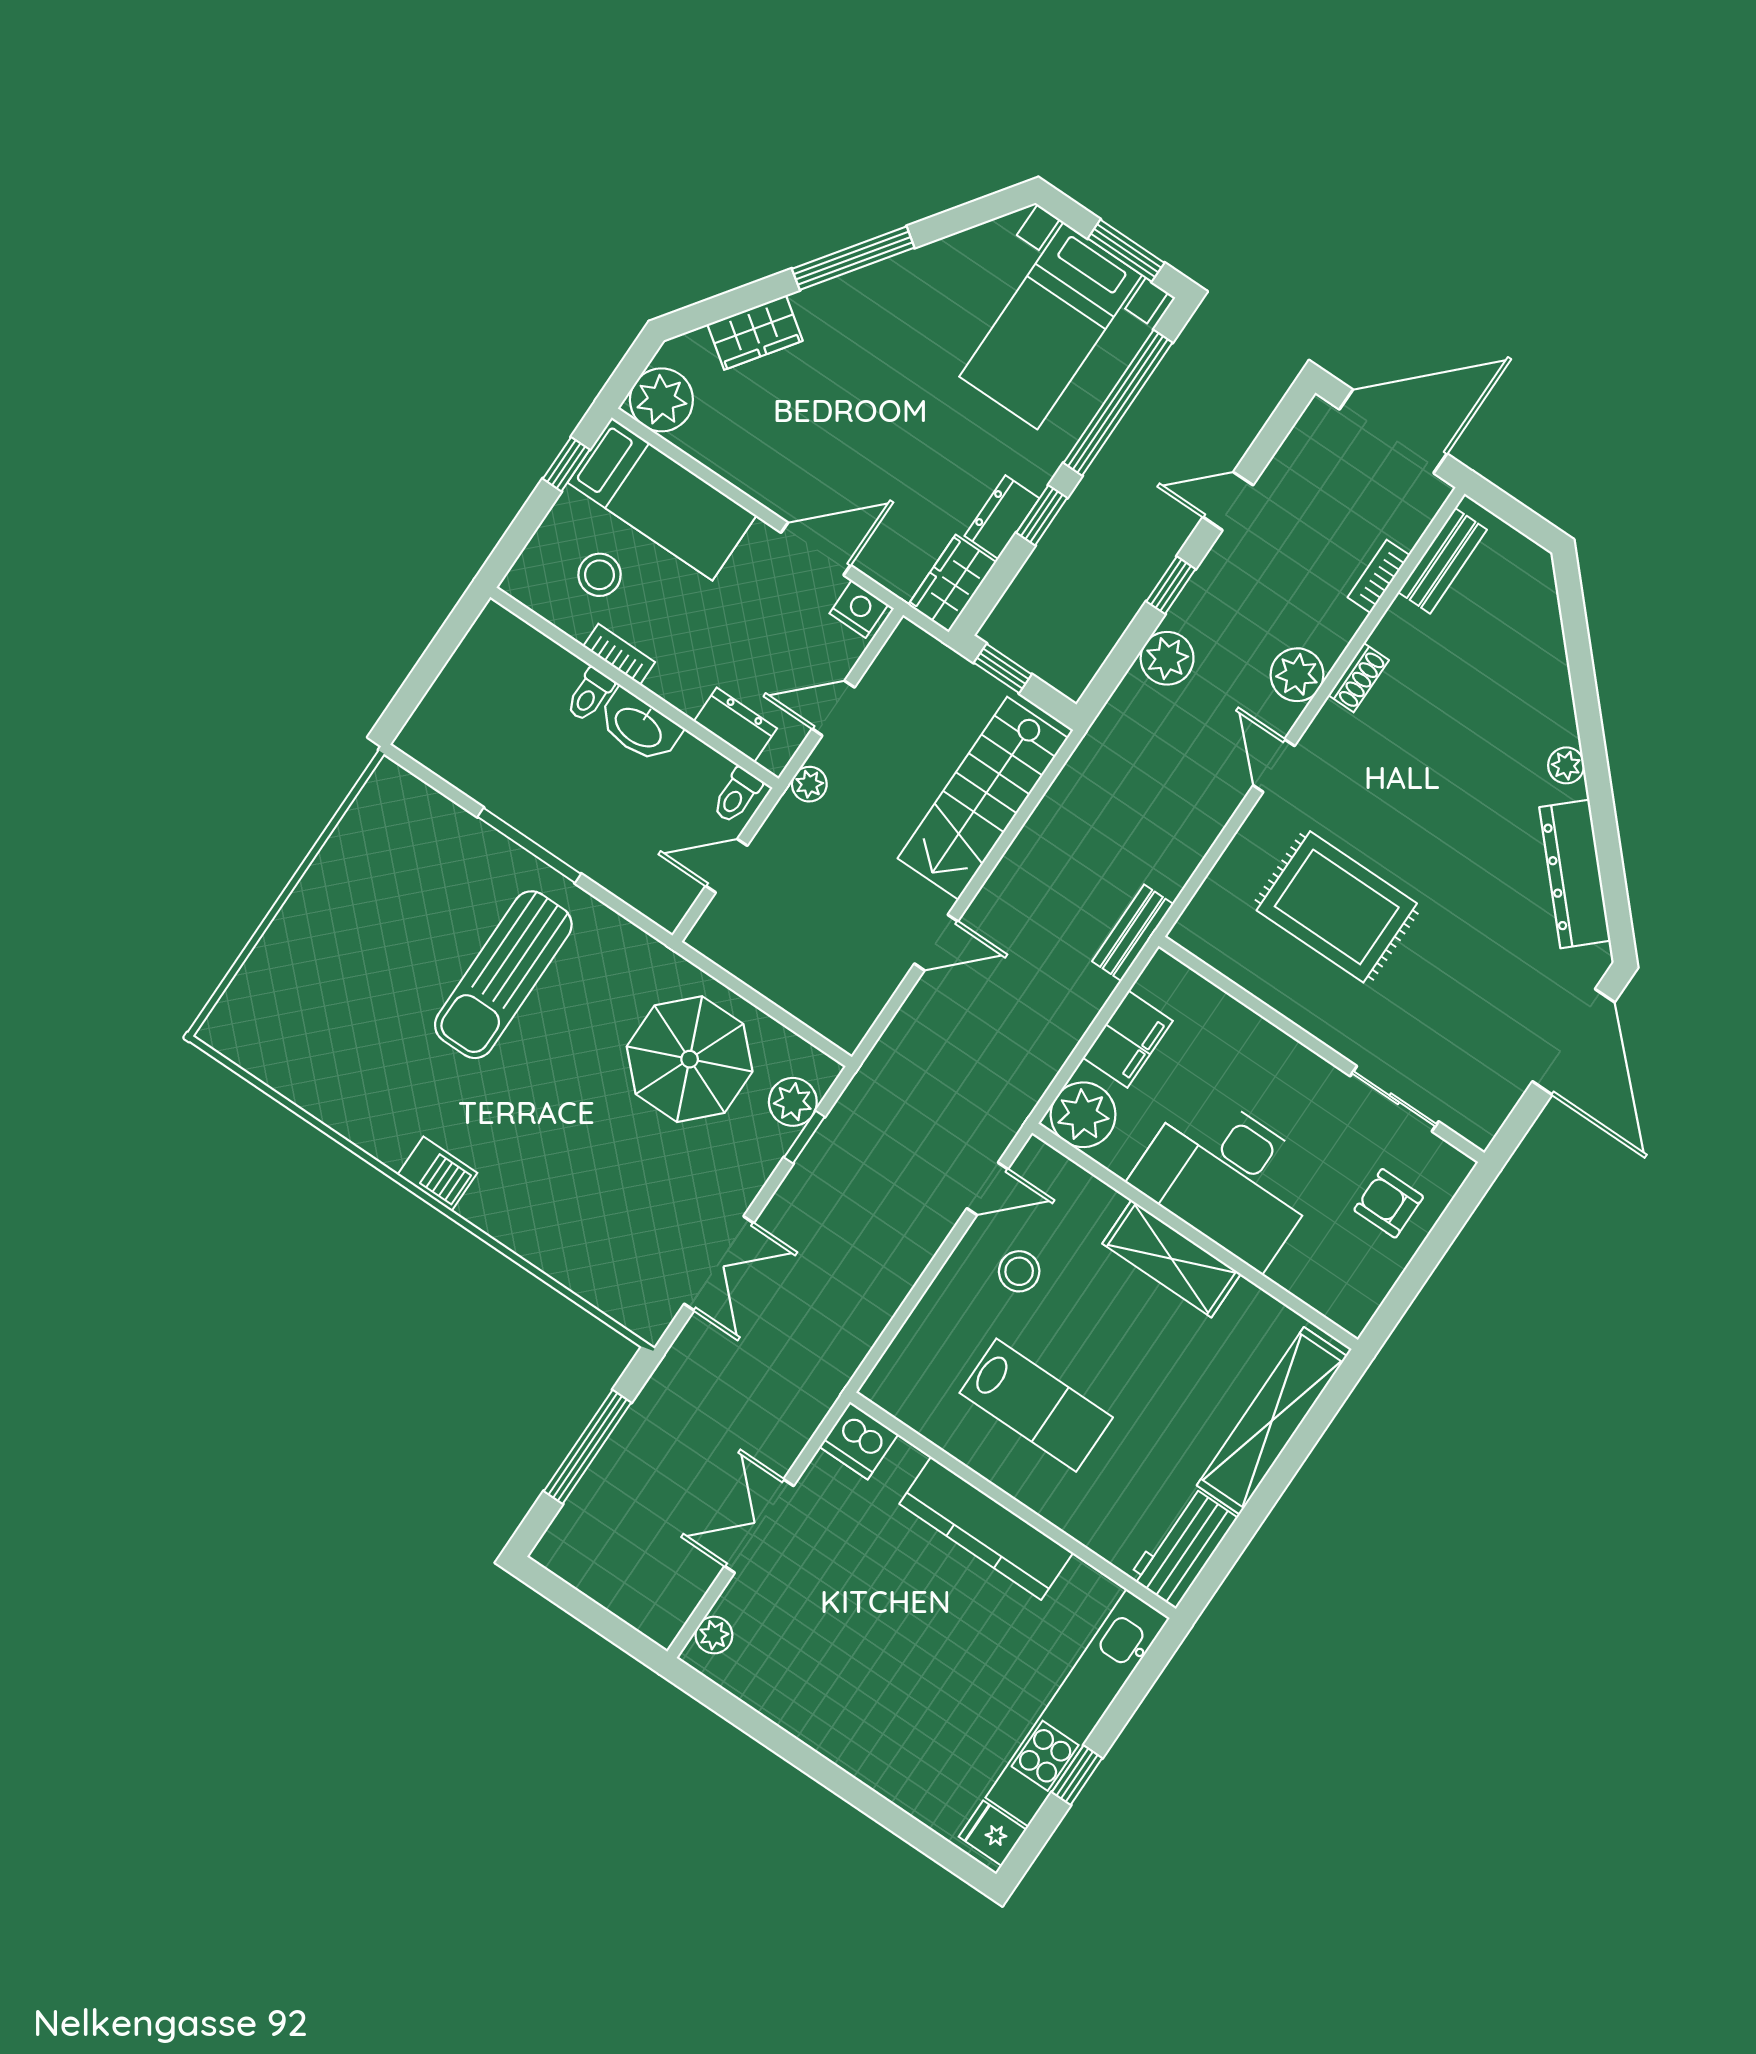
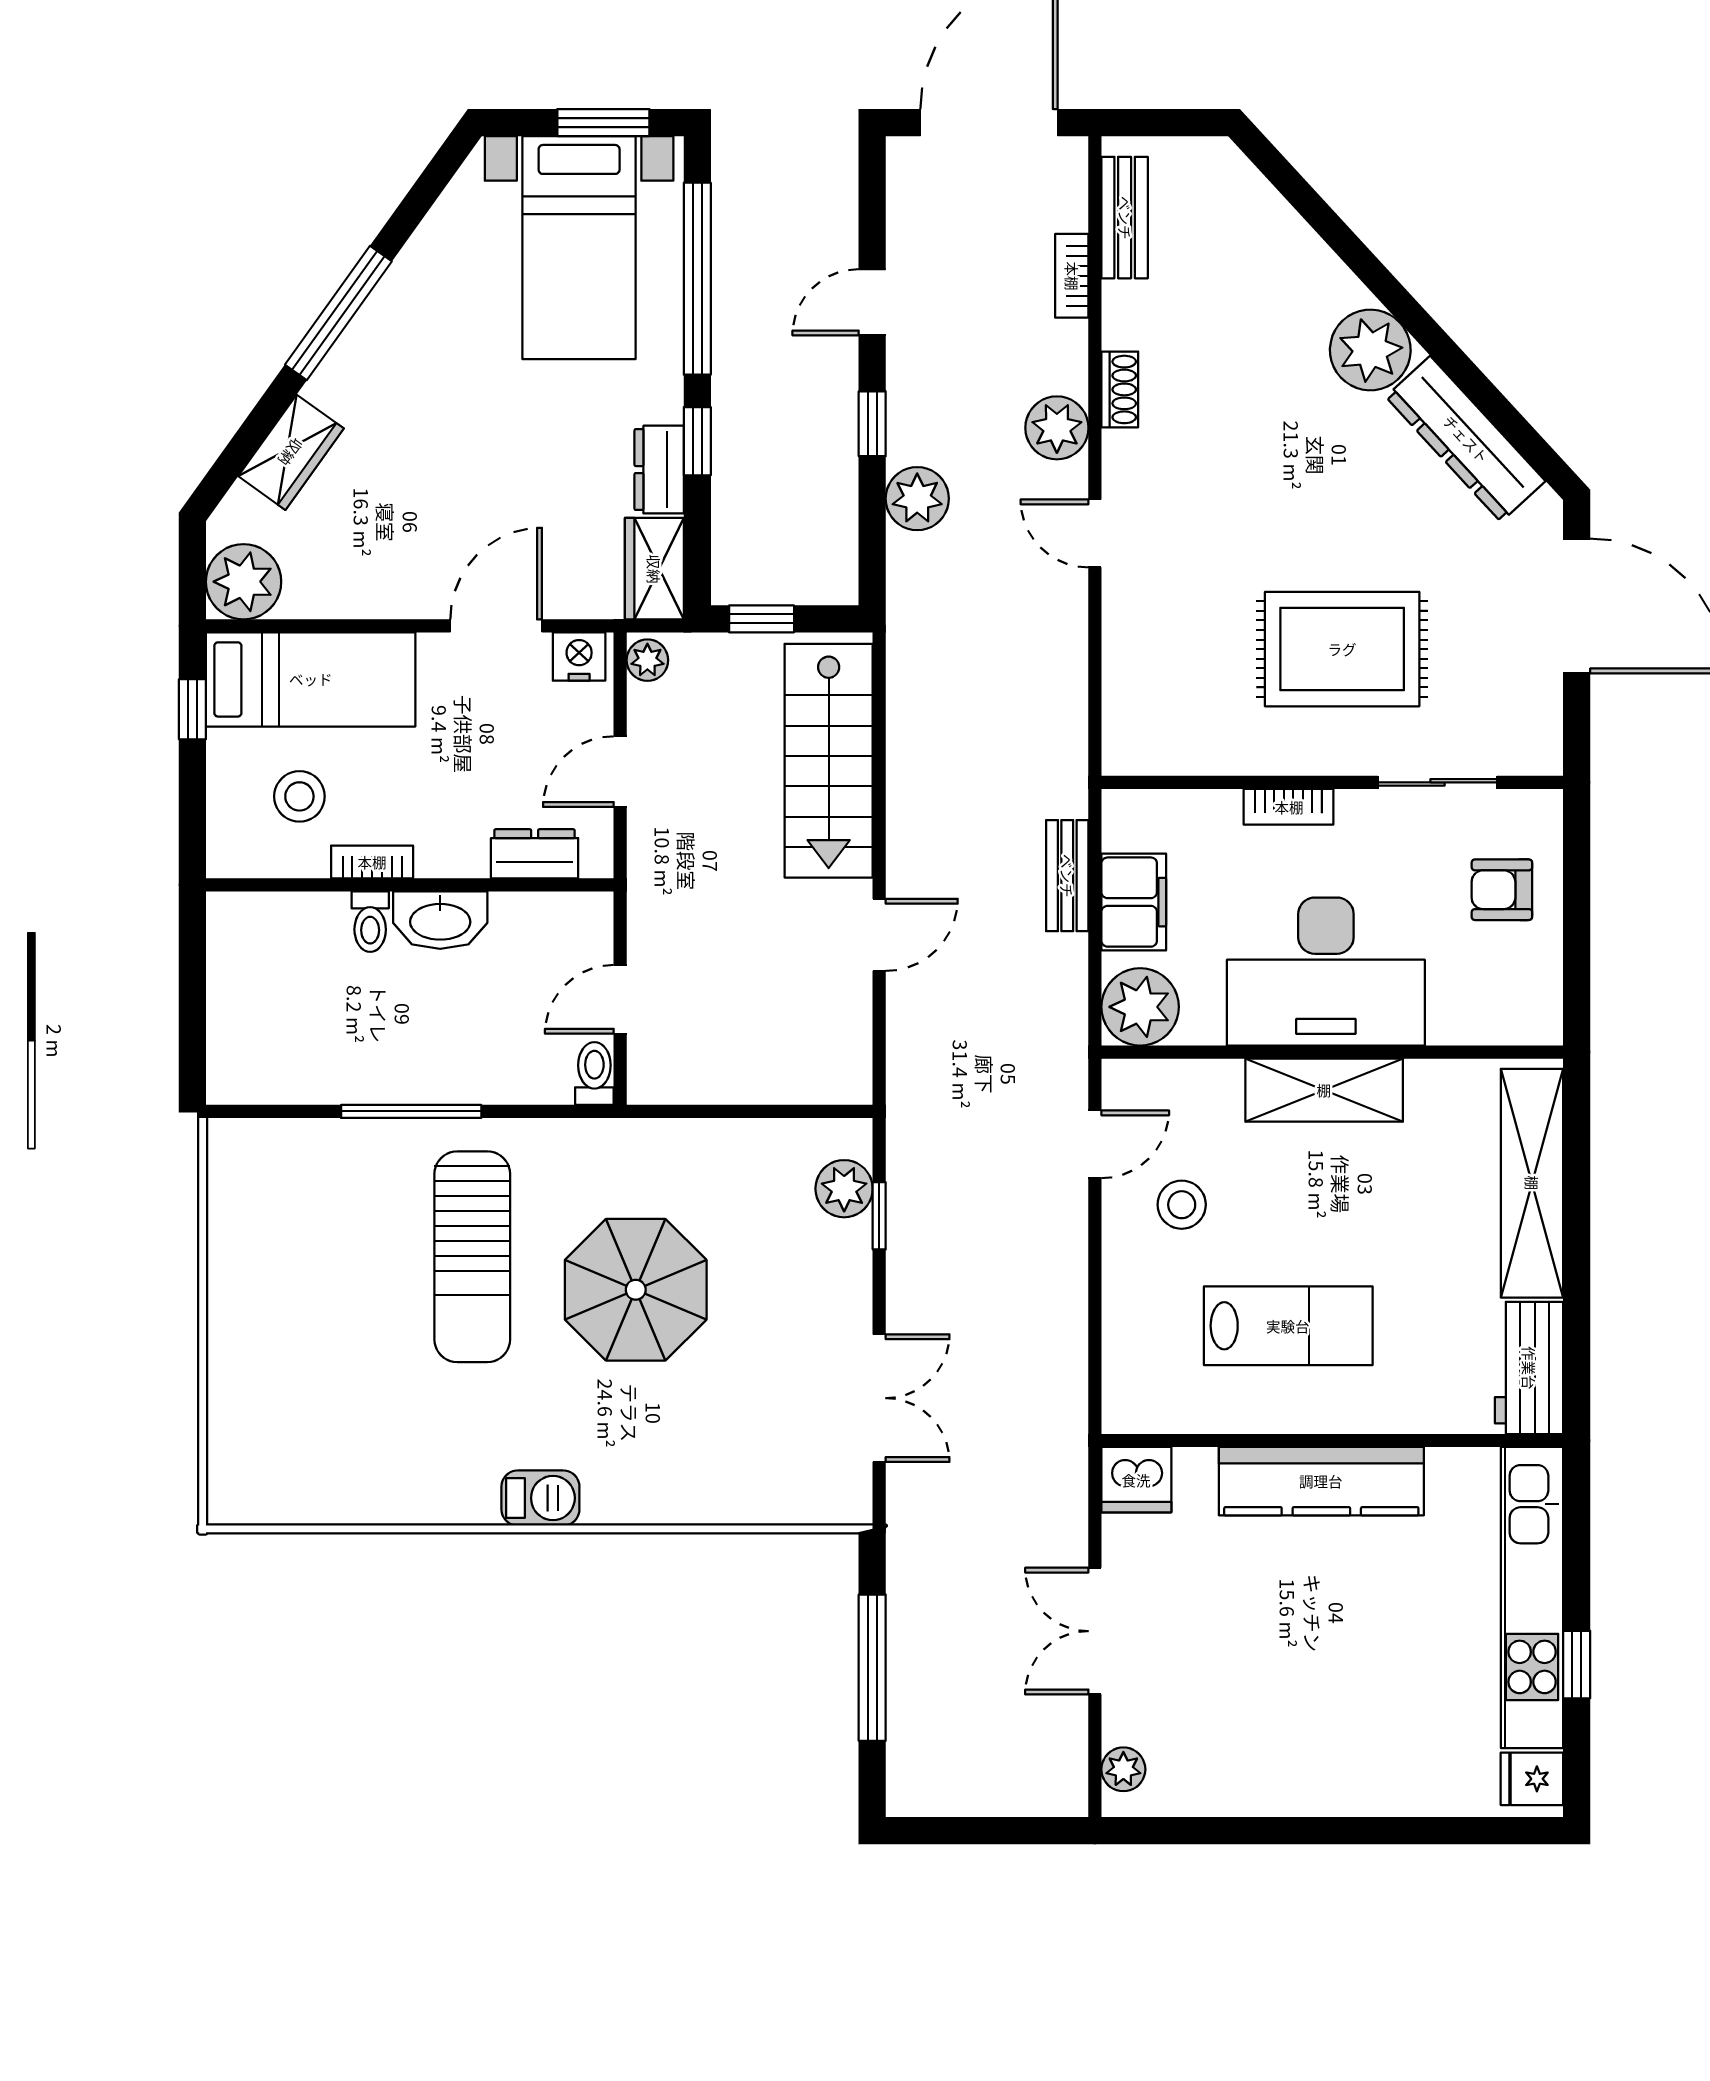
plant: (1566, 765) -> (1370, 350), width x1.88, depth x1.88
plant: (809, 784) -> (647, 660), moved
toilet: (737, 795) -> (594, 1073), moved, turned 180
rug: (1337, 907) -> (1342, 649), moved
bench: (1133, 933) -> (1067, 876), moved
bookcase: (1280, 1046) -> (1289, 807), added
parasol: (690, 1059) -> (636, 1290), moved

